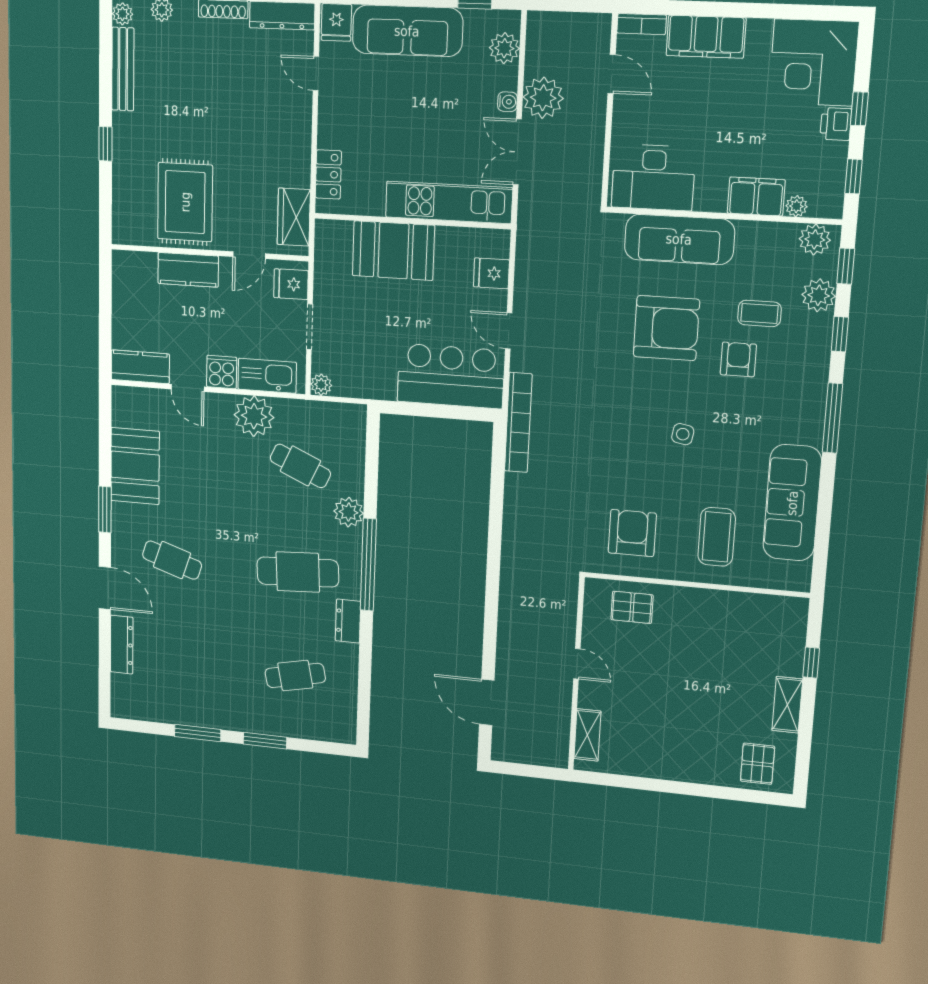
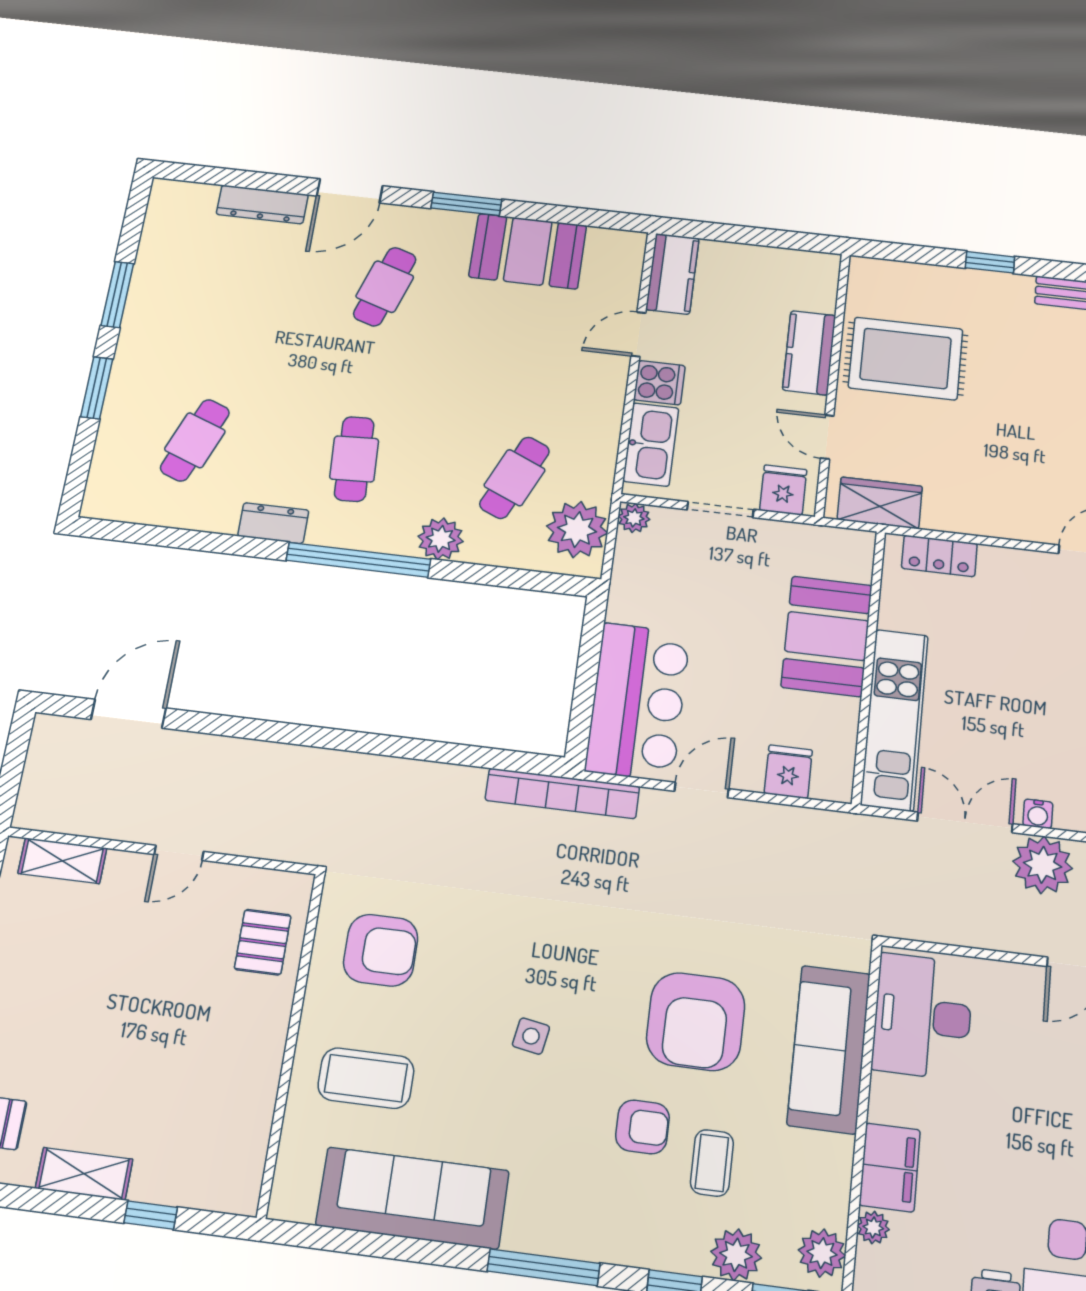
plant: (254, 416) -> (577, 530), moved
cafe table: (298, 572) -> (354, 459), width x0.73, depth x0.74
cafe table: (295, 675) -> (195, 440), turned 33

